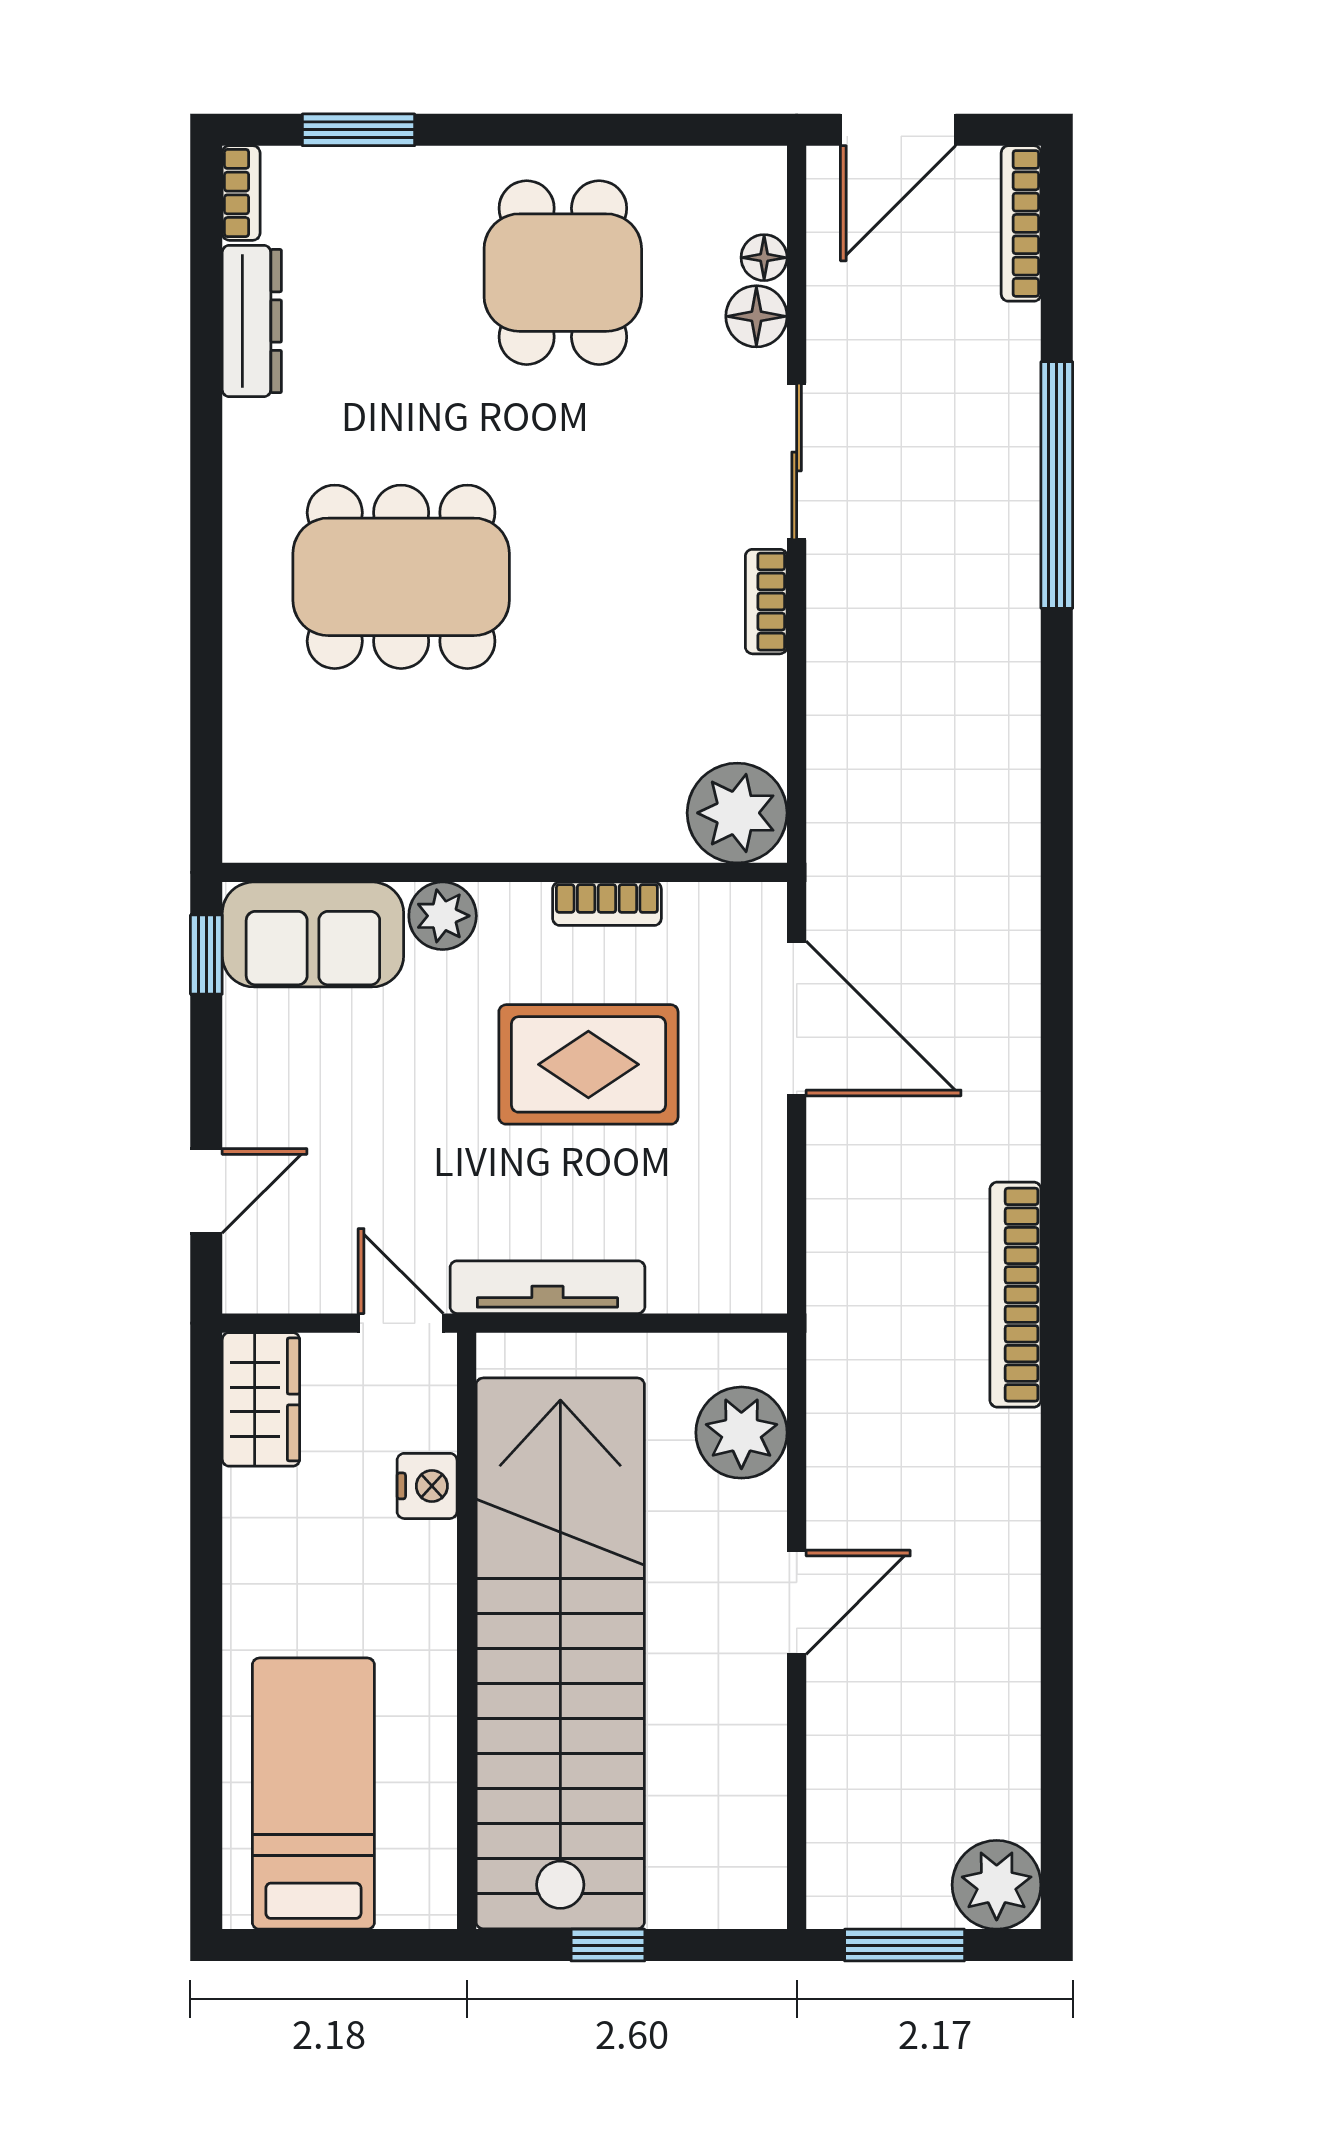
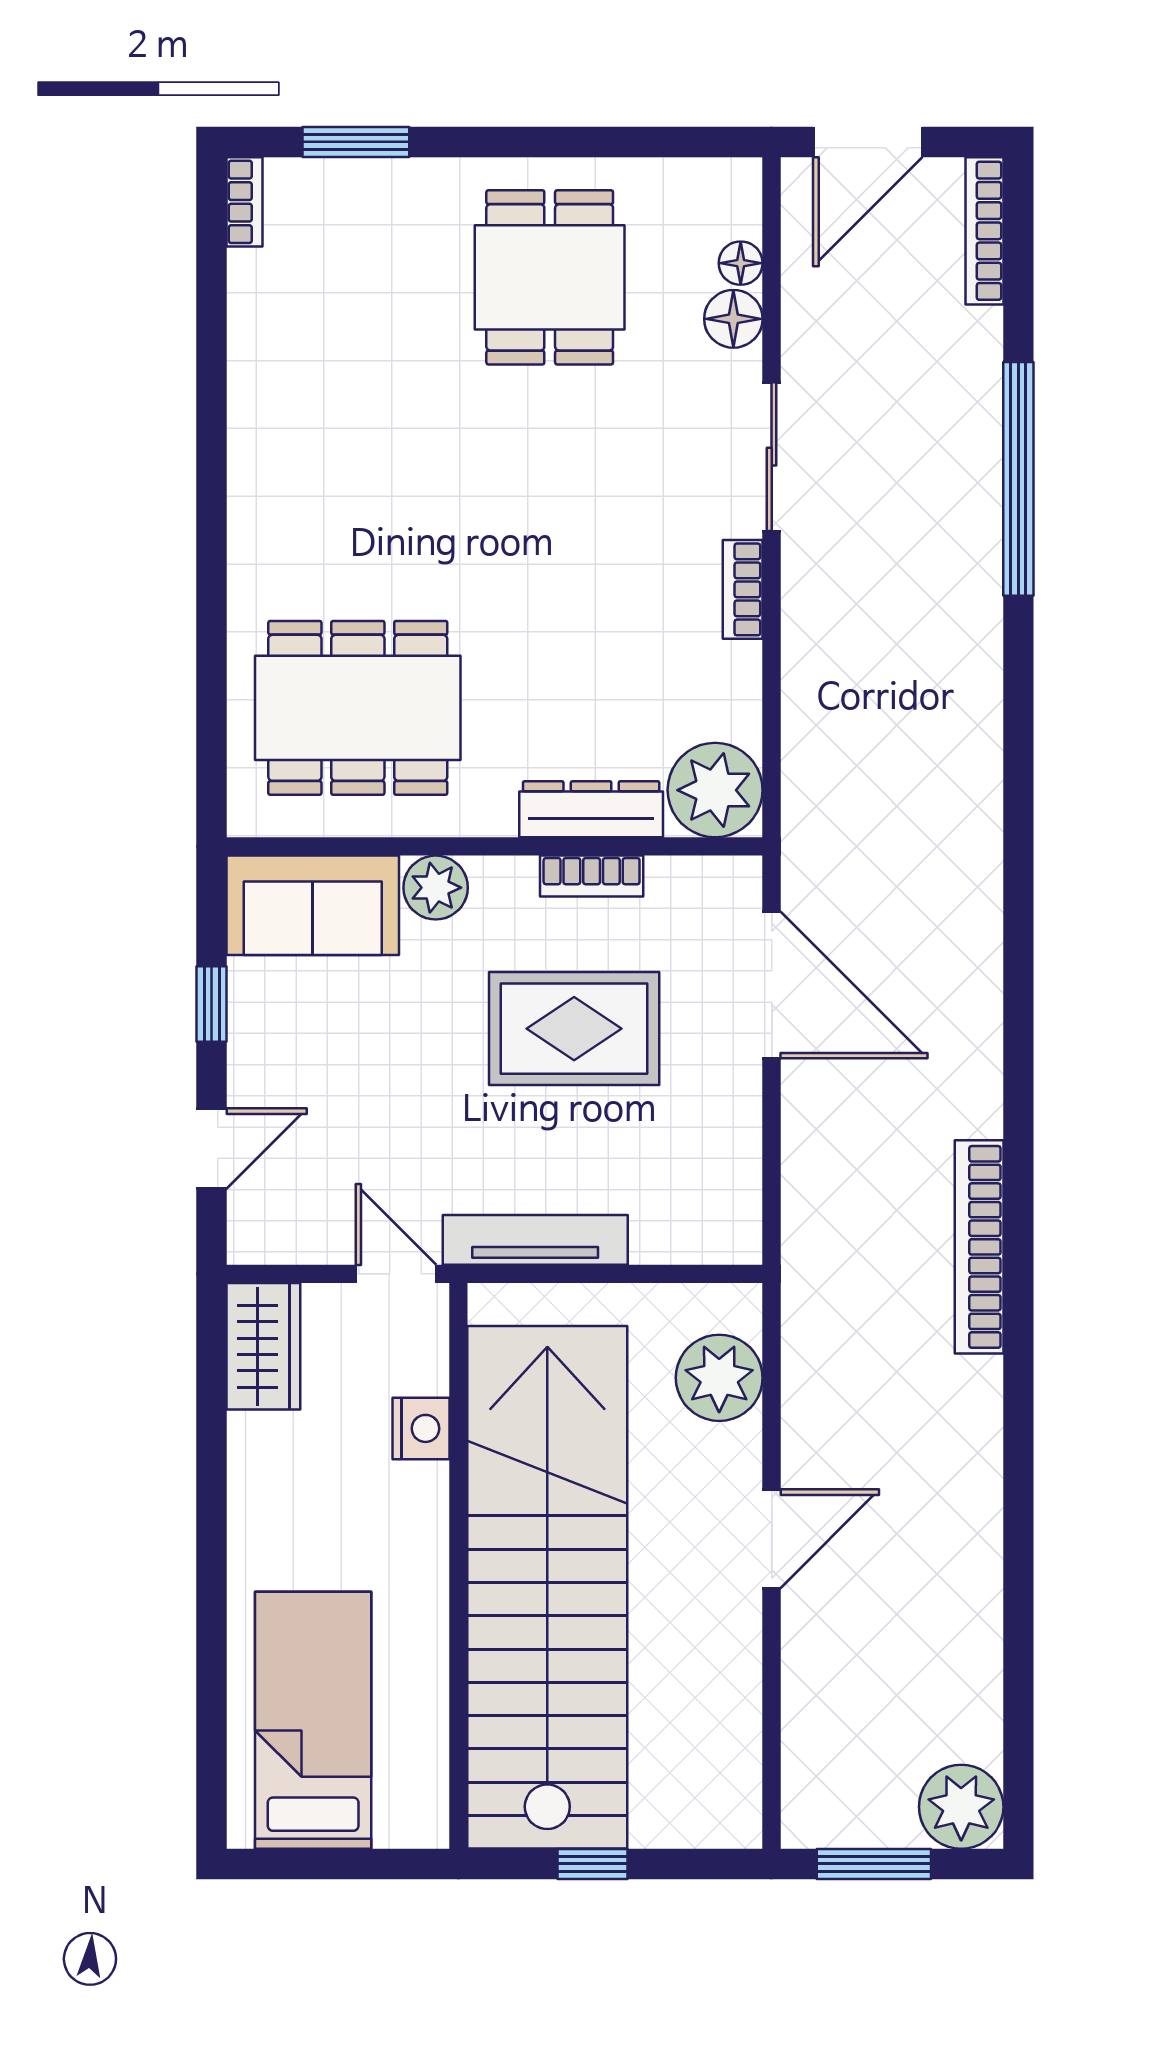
dresser: (252, 321) -> (591, 809), moved, turned -90
dining table: (401, 577) -> (358, 708), moved
window: (206, 955) -> (212, 1004), moved

